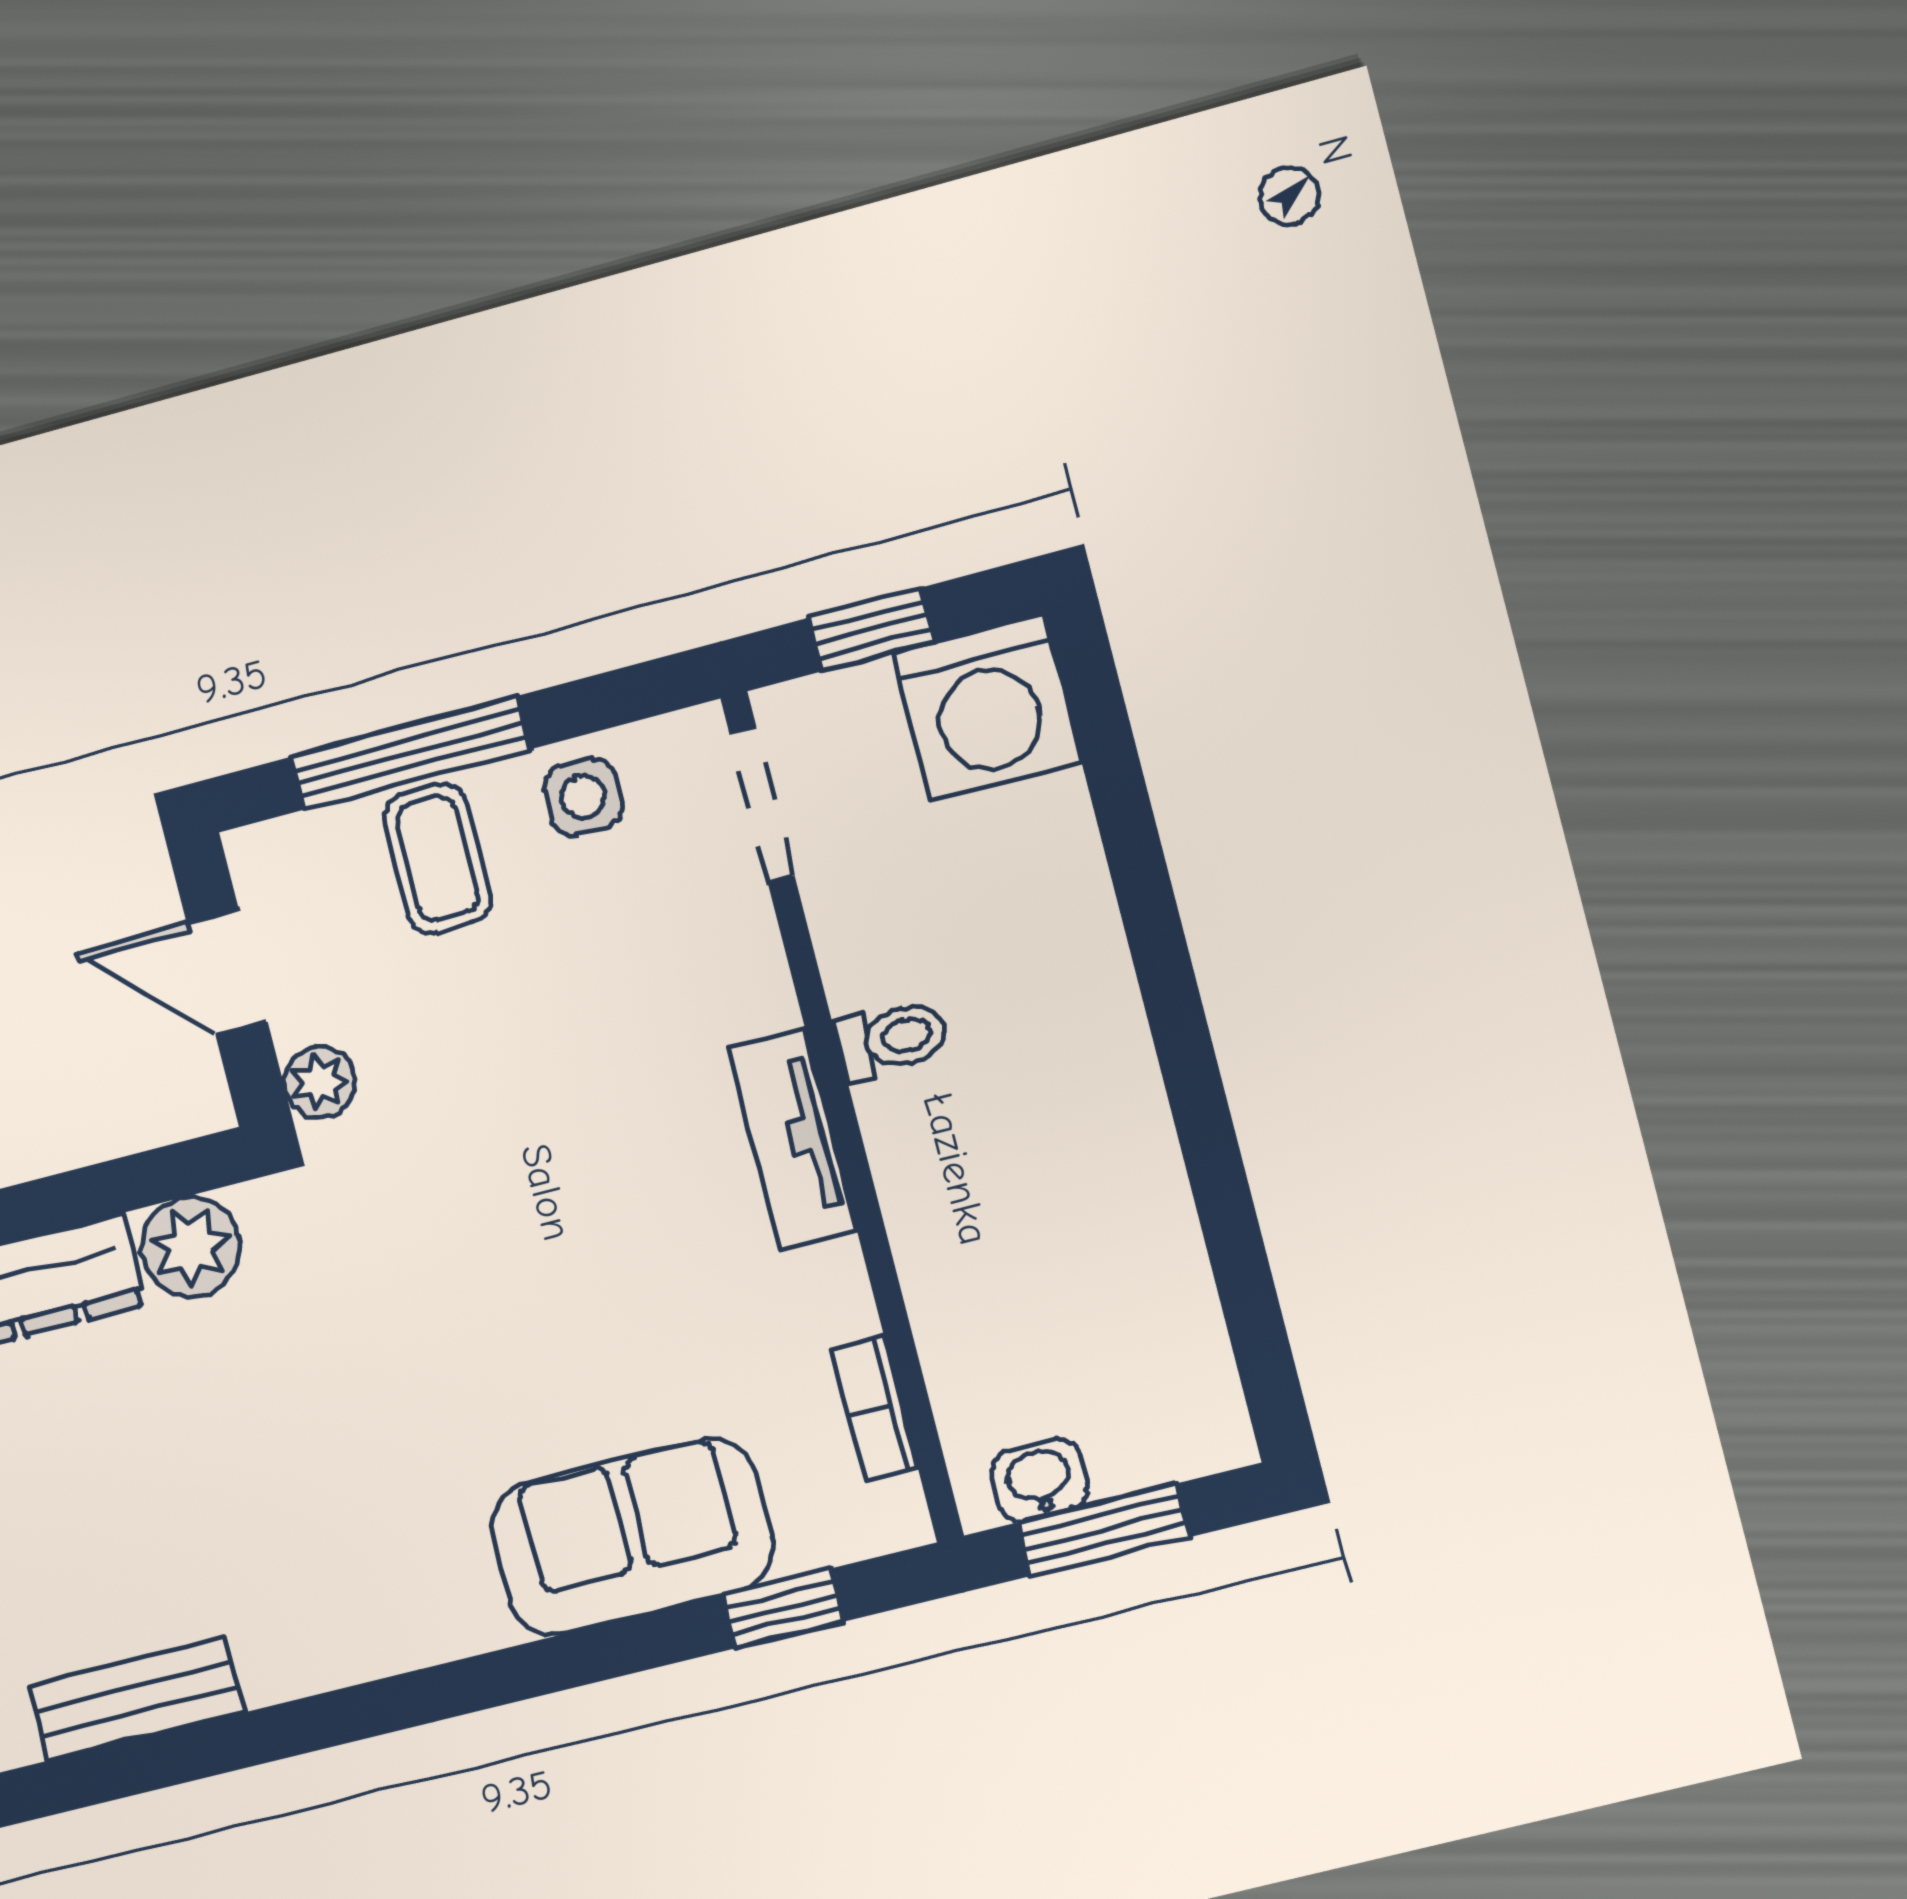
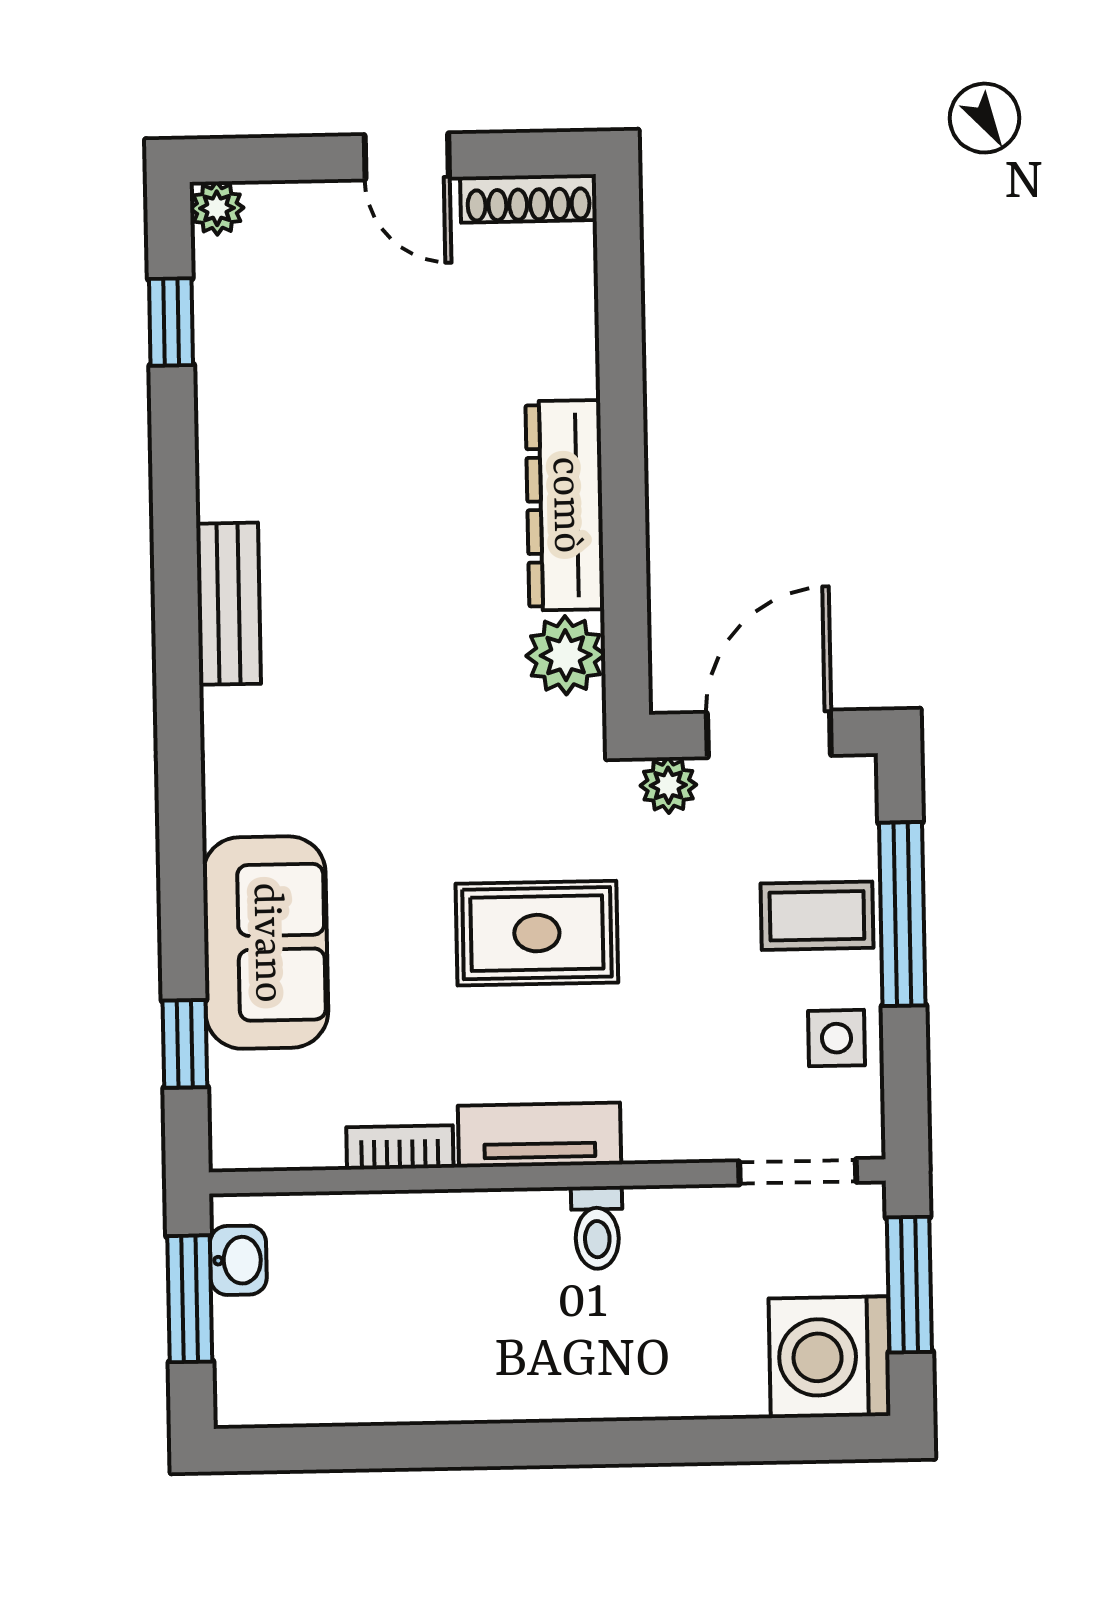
window: (871, 630) -> (909, 1285), width x1.50
door: (227, 973) -> (769, 734), width x1.38
rug: (541, 1202) -> (537, 933), added
bookcase: (875, 1409) -> (400, 1147), moved
bench: (136, 1699) -> (229, 604), moved

